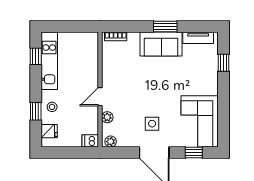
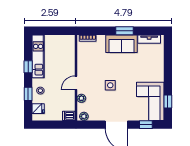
window: (36, 56) -> (28, 67), moved
window: (223, 63) -> (168, 101), moved
side table: (152, 124) -> (110, 85), moved

